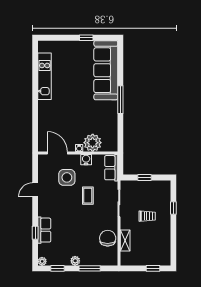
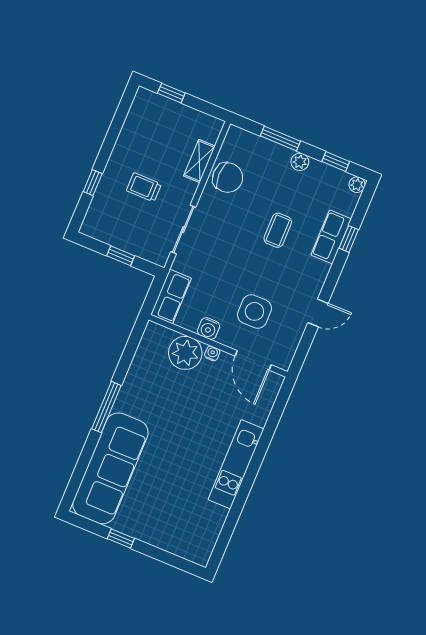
kitchen unit: (45, 76) -> (236, 464), moved
coffee table: (88, 196) -> (278, 230), moved
chair: (108, 238) -> (228, 178), turned -90

